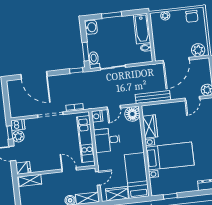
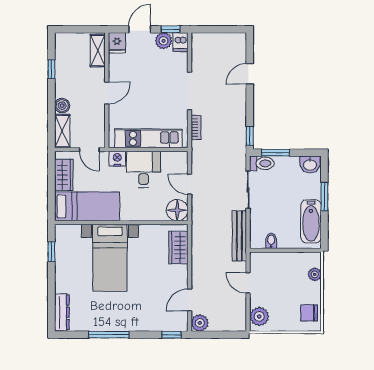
bathtub: (142, 29) -> (311, 221), moved, turned -90
door: (176, 60) -> (248, 283), width x0.53
door: (34, 75) -> (250, 74), width x0.53
bench: (153, 97) -> (239, 236), moved
door: (192, 99) -> (190, 300), hinge flipped
nightstand: (97, 116) -> (117, 159), moved
wardrobe: (150, 127) -> (178, 248), moved, turned 90
door: (69, 170) -> (107, 93), moved

